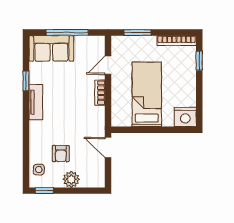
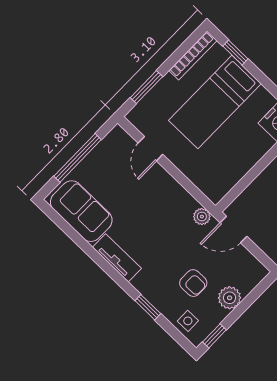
sofa: (51, 48) -> (81, 211), moved, turned -90
window: (26, 81) -> (148, 307), moved
bookcase: (100, 93) -> (170, 184), removed
bed: (147, 94) -> (215, 102), moved, turned -90
plant: (99, 125) -> (202, 217), added

